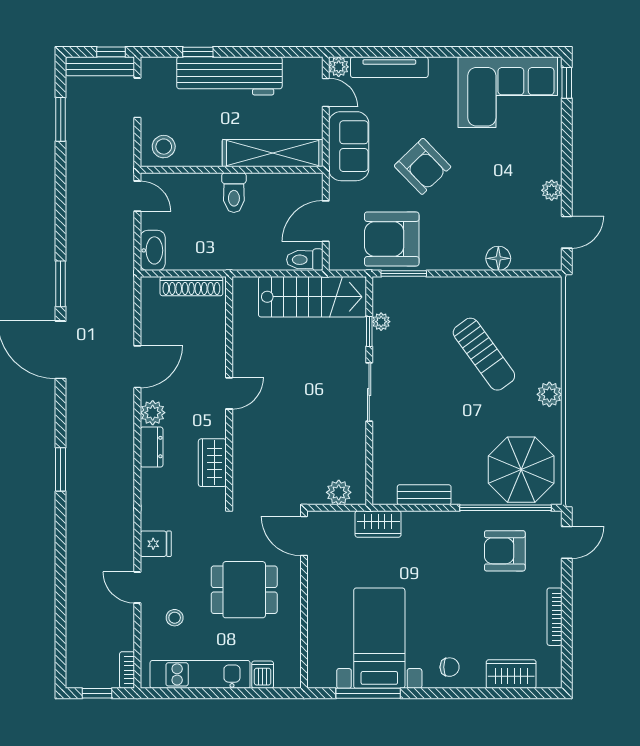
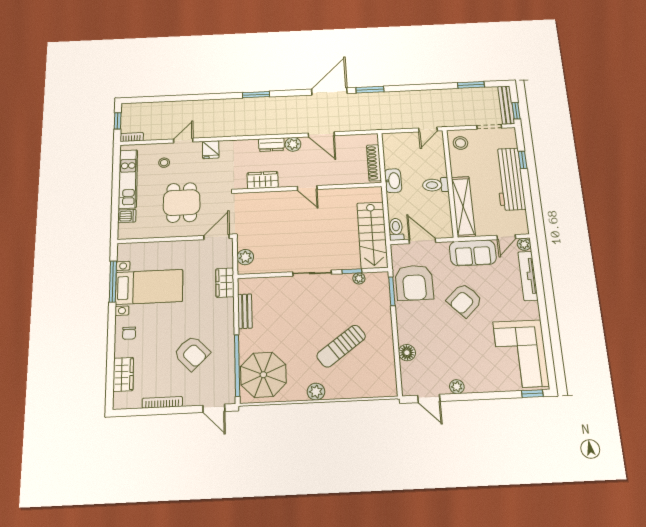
armchair: (392, 239) -> (414, 283), turned 180
washbasin: (153, 250) -> (393, 181), moved, turned -90
armchair: (505, 551) -> (192, 353), moved, turned 136

